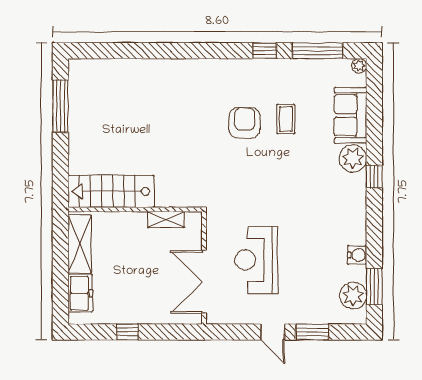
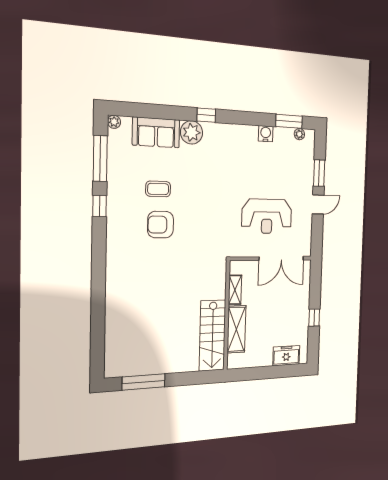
shelving: (80, 244) -> (236, 329), moved, turned 90
plant: (353, 295) -> (299, 134), width x0.53, depth x0.53

